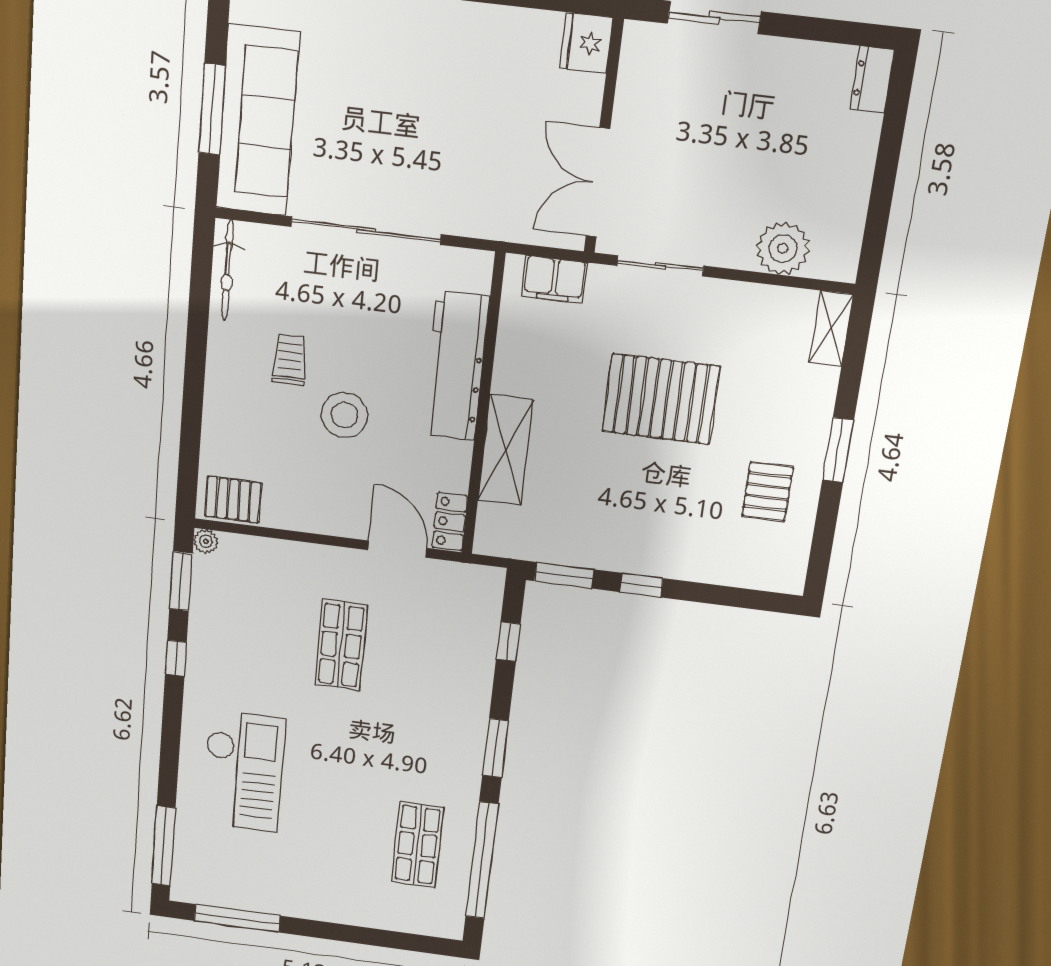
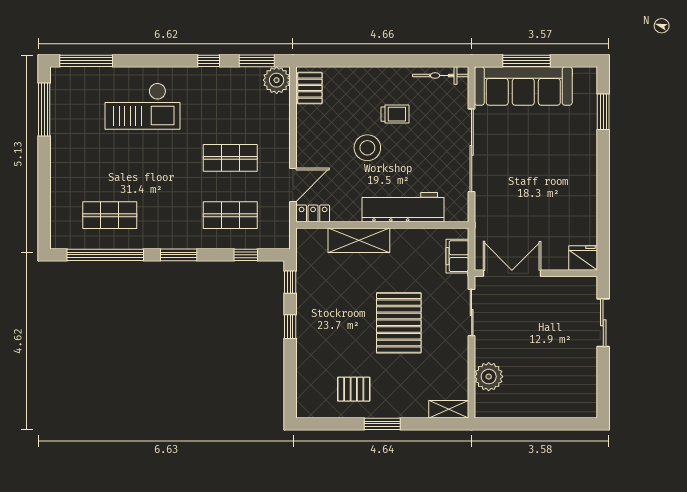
dresser: (872, 79) -> (581, 409), removed
plant: (206, 541) -> (277, 80), width x1.87, depth x1.87
window: (564, 575) -> (290, 282), width x0.67
shop shelf: (438, 658) -> (230, 215), added

